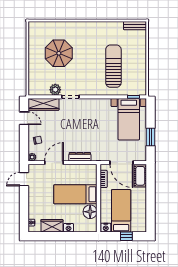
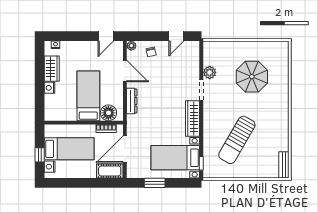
sun lounger: (113, 66) -> (237, 140), turned 120
wardrobe: (43, 104) -> (193, 118), moved
door: (24, 179) -> (106, 36), swing flipped
floor lamp: (90, 212) -> (108, 113), moved
nightstand: (106, 228) -> (50, 167), moved

